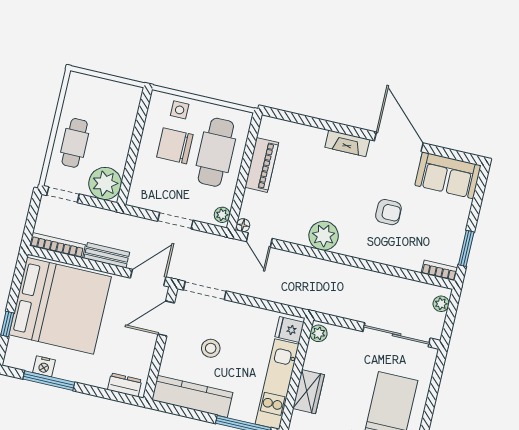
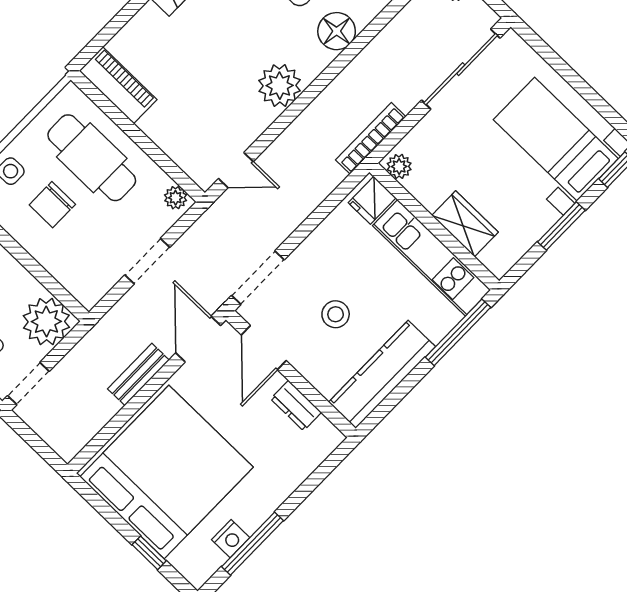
chair: (175, 146) -> (52, 205), width x0.73, depth x0.73
piano: (262, 165) -> (118, 85), moved
floor lamp: (243, 225) -> (337, 31), moved, width x1.89, depth x1.89
bookcase: (57, 245) -> (371, 138), moved
dresser: (125, 385) -> (296, 406), moved, turned -90

